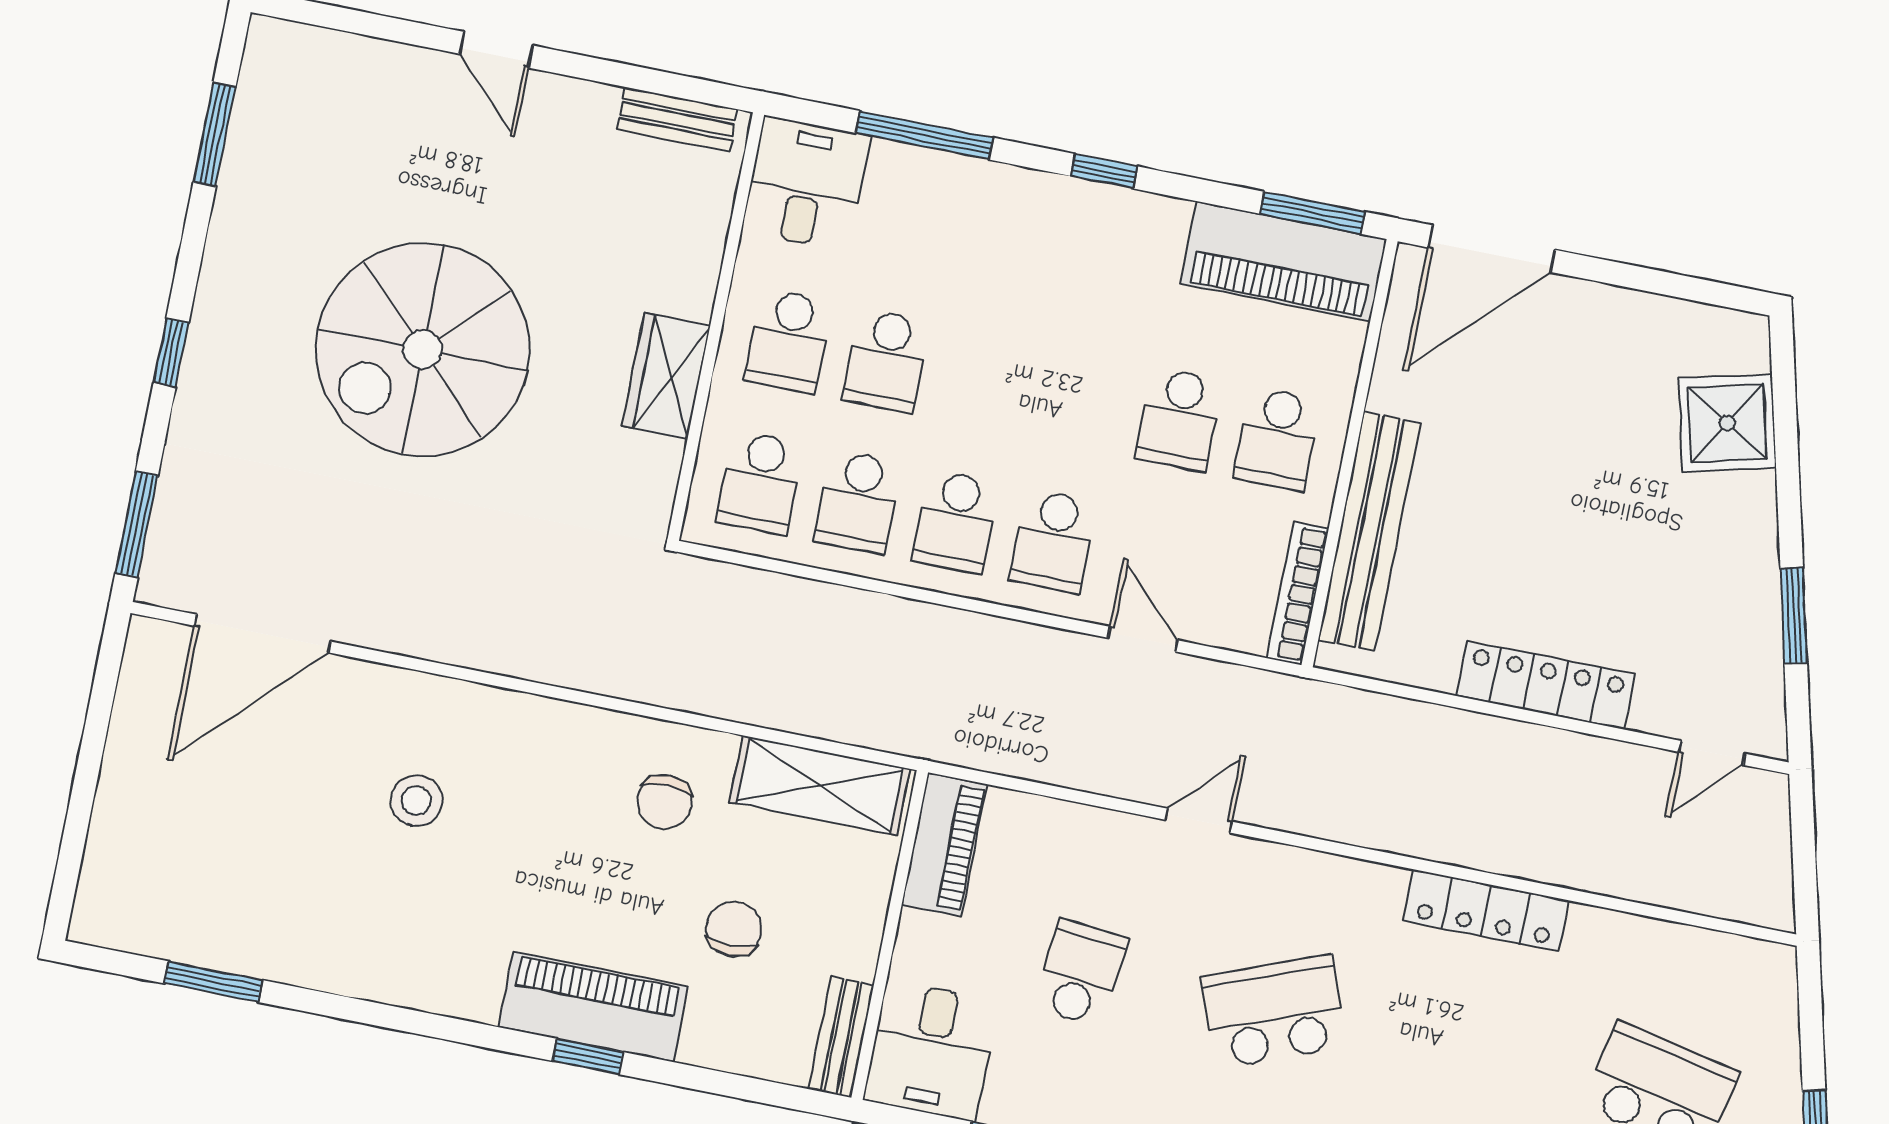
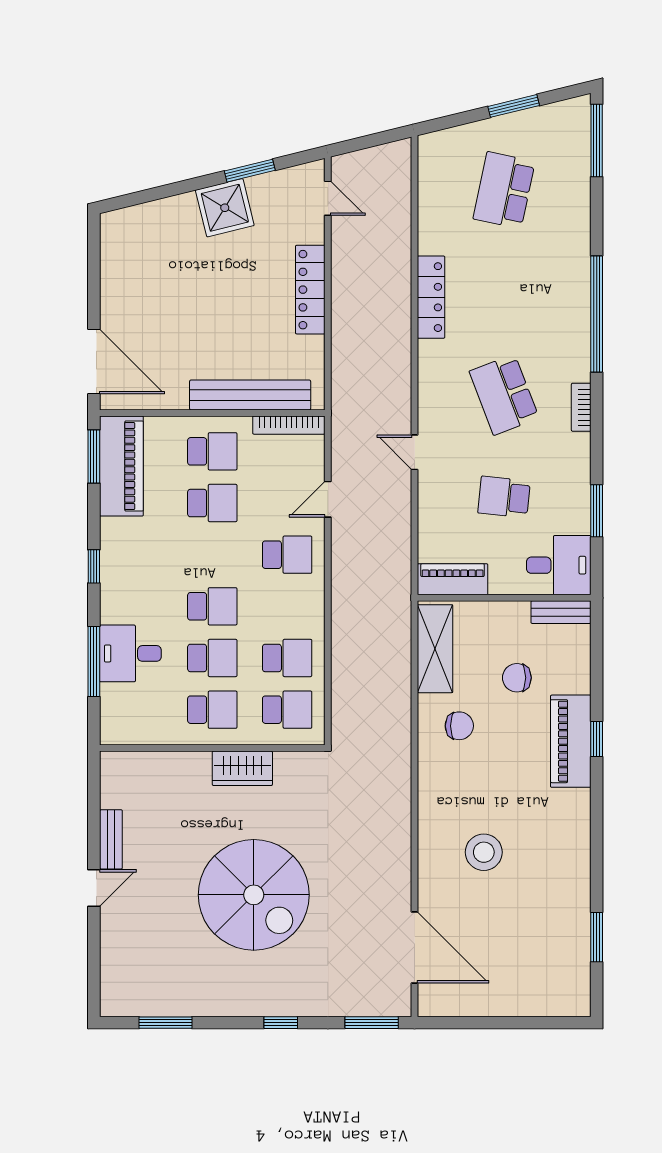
bench: (677, 120) -> (111, 839), moved
desk: (806, 184) -> (130, 653), moved
shower: (1727, 423) -> (225, 208), moved
school desk: (956, 522) -> (212, 606), moved
stool: (416, 801) -> (484, 852), width x1.38, depth x1.38

